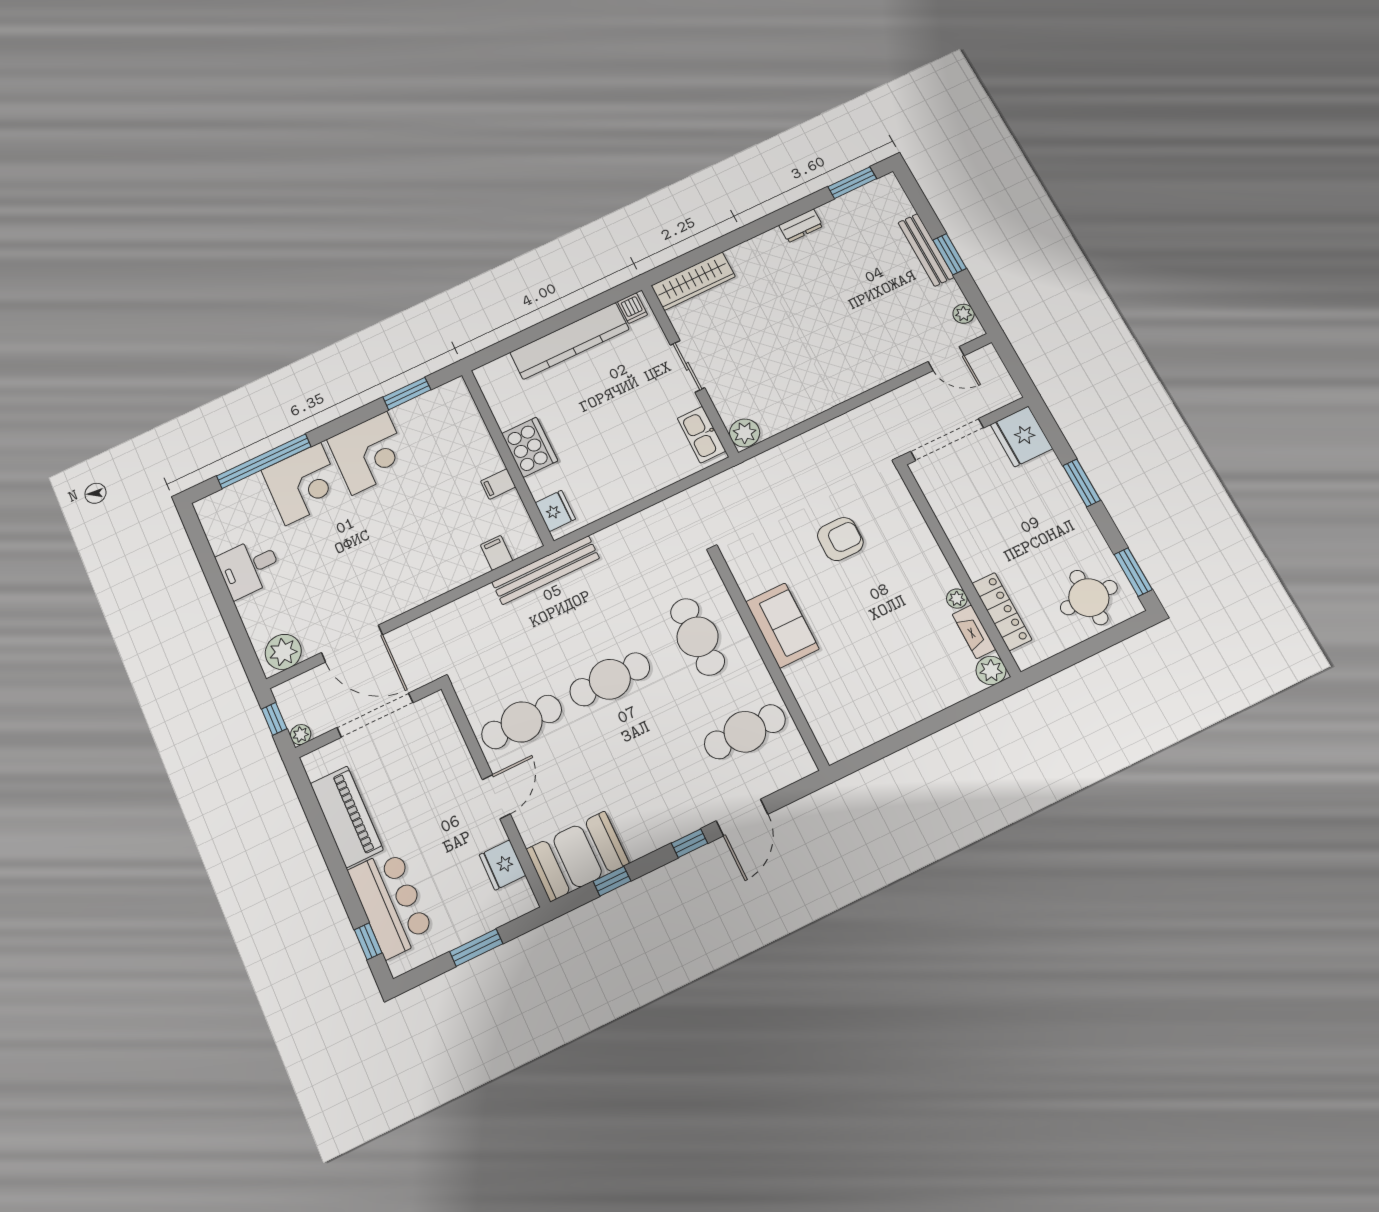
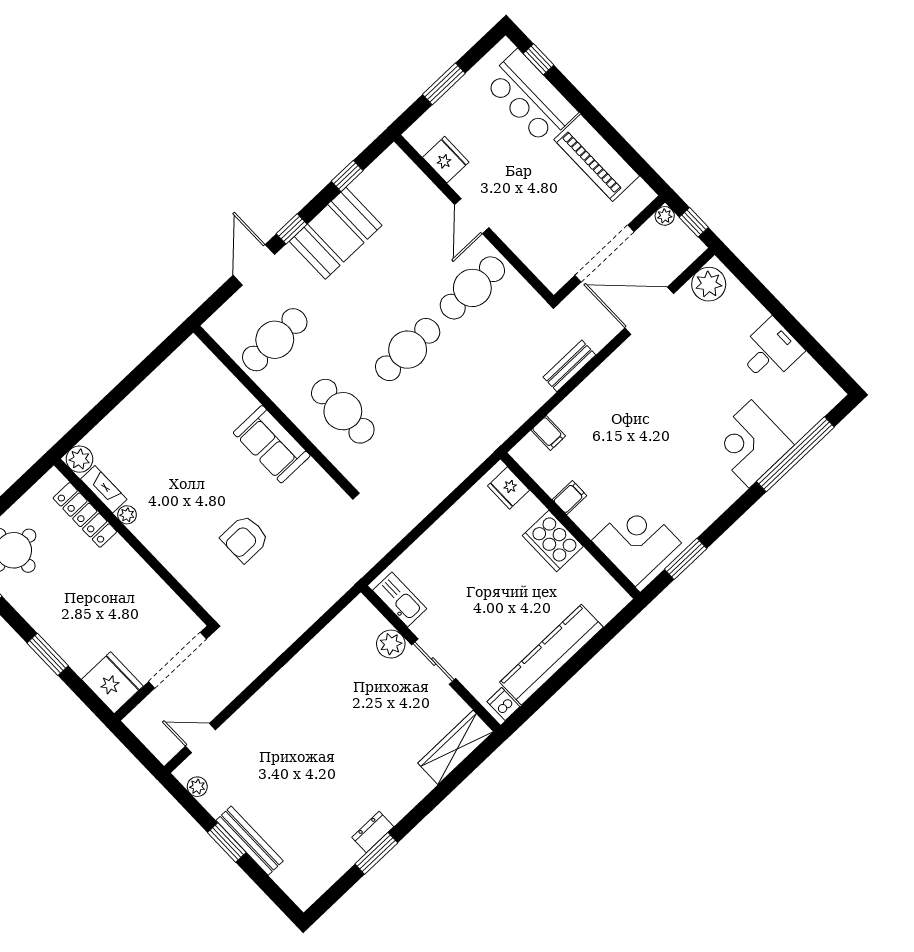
window: (852, 183) -> (376, 853), moved
plant: (745, 433) -> (391, 644), moved
corner desk: (369, 453) -> (636, 542), moved, turned 90
bench: (546, 570) -> (569, 366), moved, width x0.54, depth x0.82
booth: (578, 856) -> (336, 233), moved

